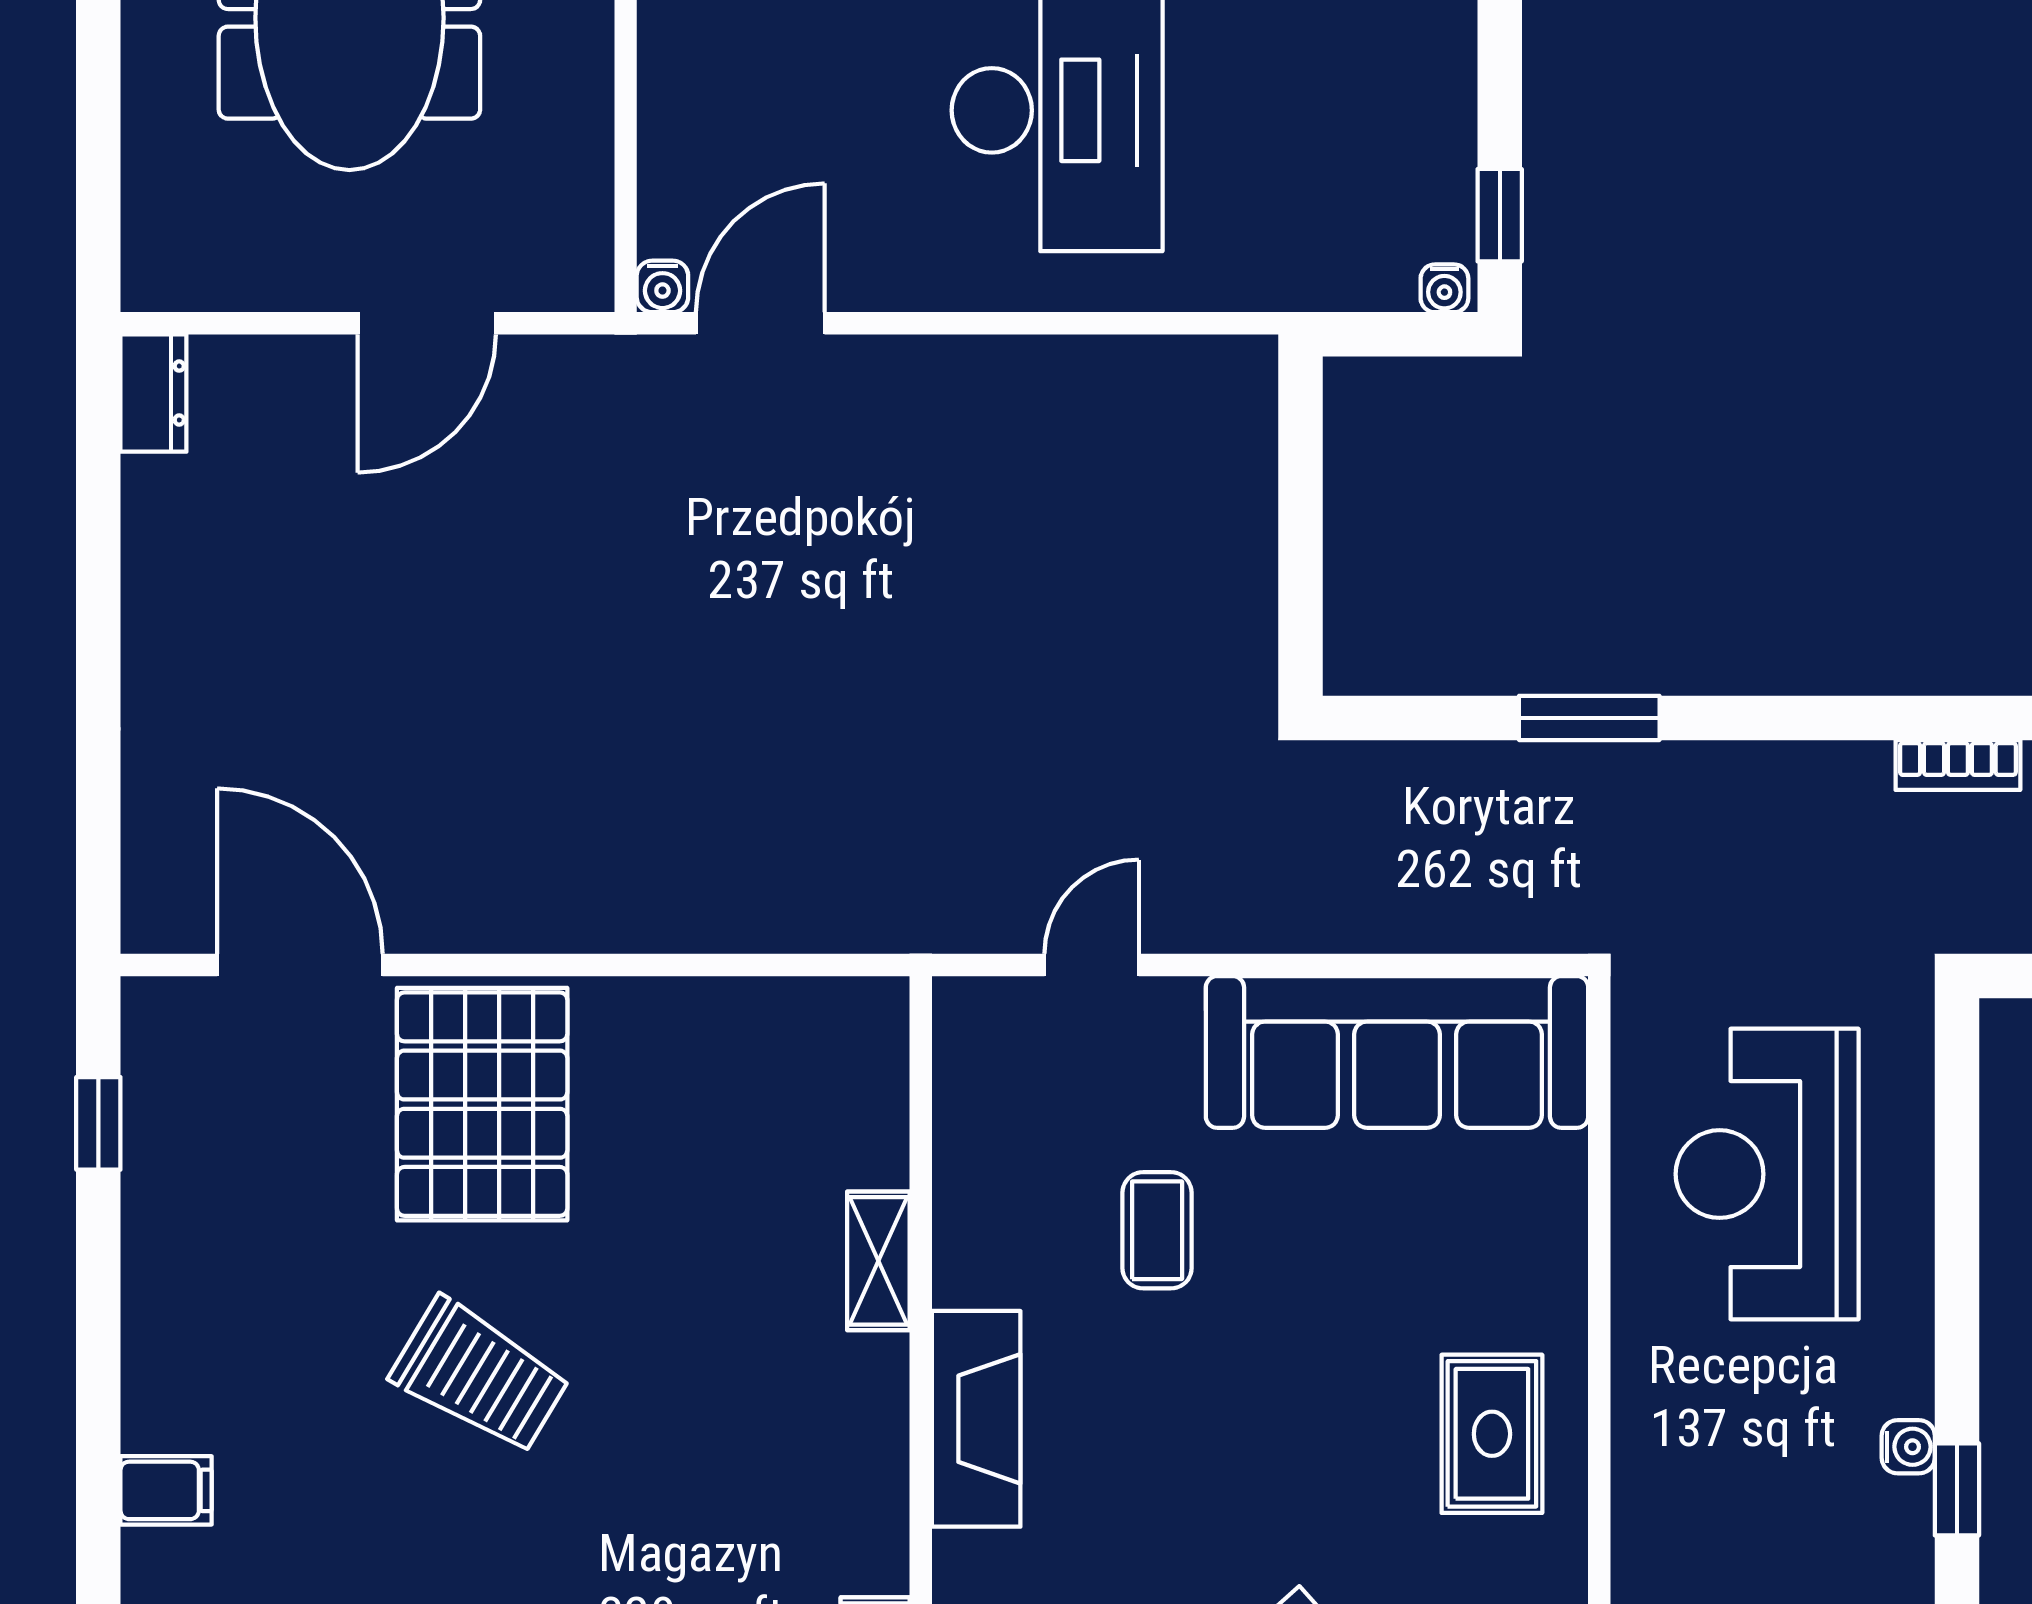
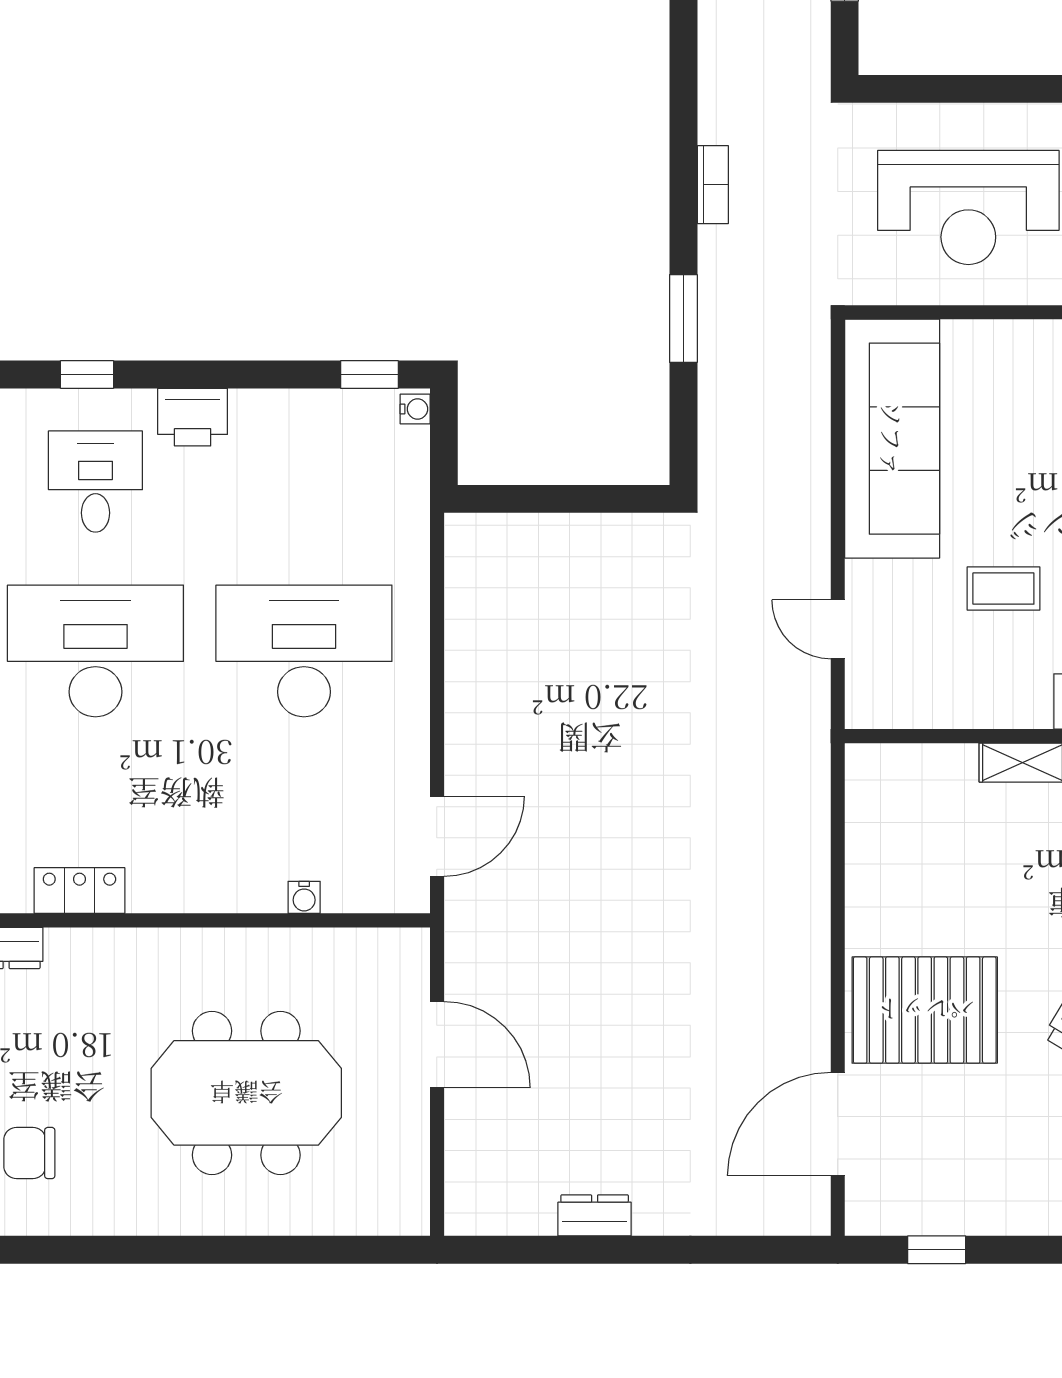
water cooler: (662, 286) -> (304, 897), moved, turned 90
door: (760, 323) -> (437, 836), swing flipped
dresser: (153, 393) -> (595, 1215), moved
bookcase: (1958, 765) -> (713, 185), moved

